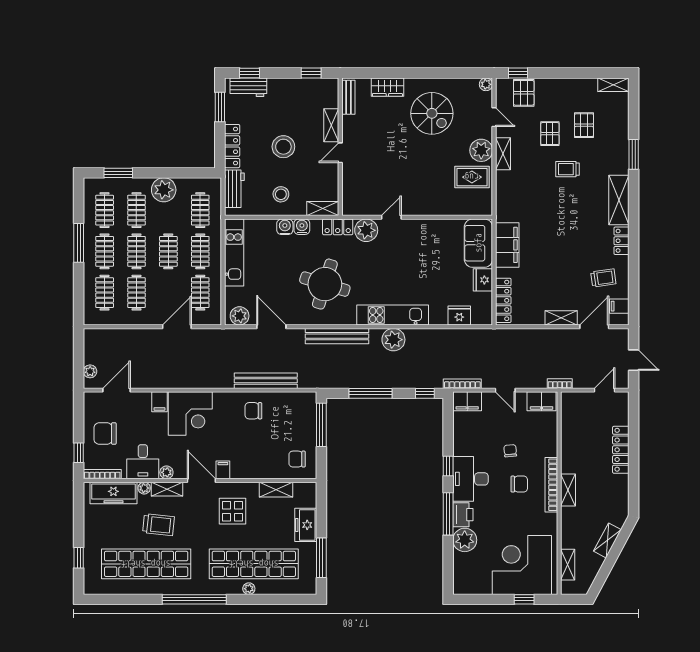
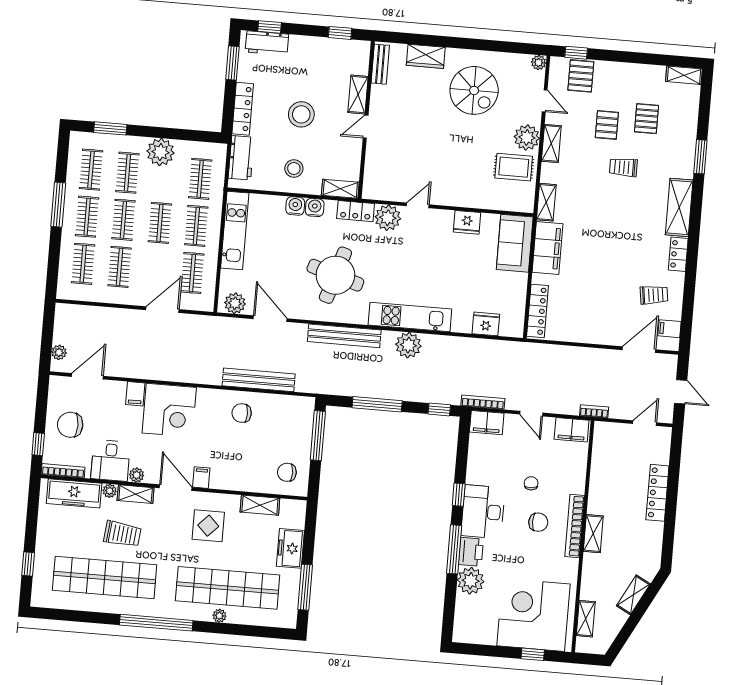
fridge: (483, 280) -> (467, 222), moved, turned -90
shelving: (561, 318) -> (546, 202), moved, turned 90

